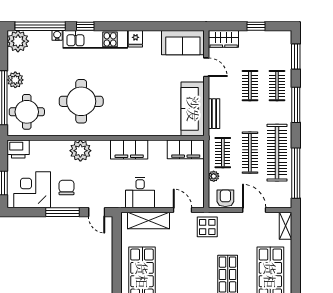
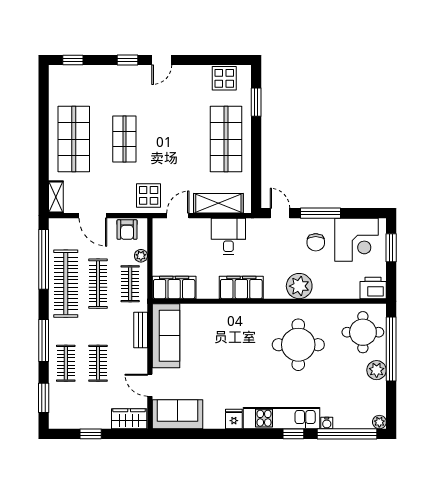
plant: (18, 41) -> (379, 422), width x0.53, depth x0.53
door: (183, 210) -> (178, 216), swing flipped

